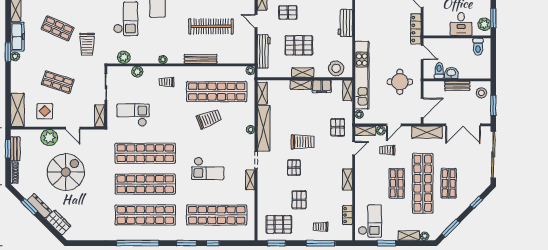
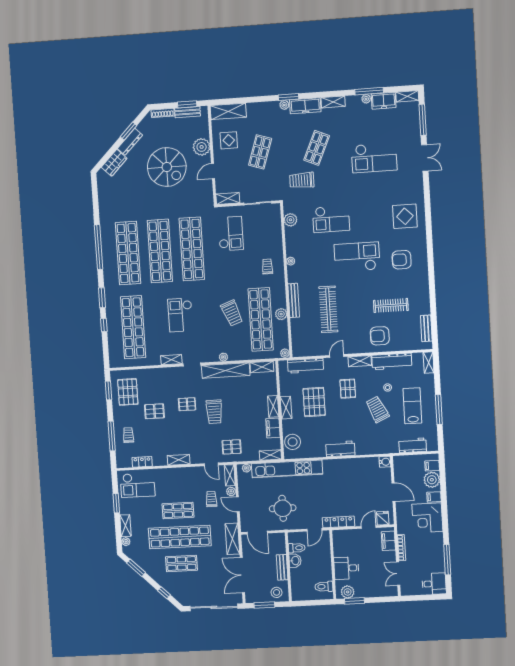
plant: (137, 72) -> (281, 314), moved

